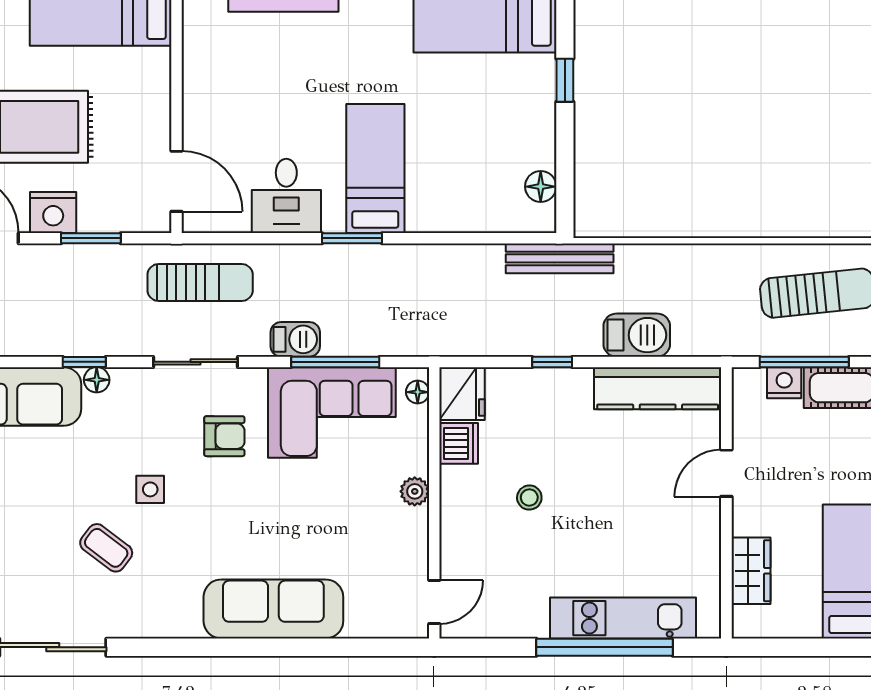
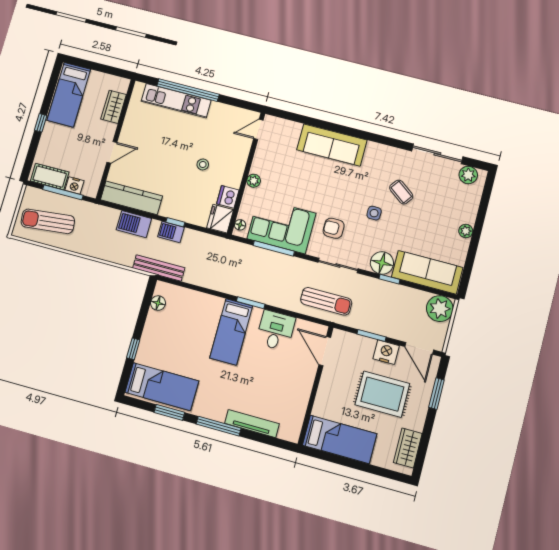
sun lounger: (200, 282) -> (326, 301), turned 180
barbecue: (295, 339) -> (171, 232), moved
floor lamp: (97, 380) -> (382, 263), width x1.89, depth x1.89

